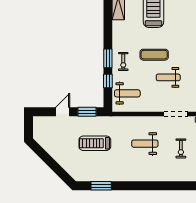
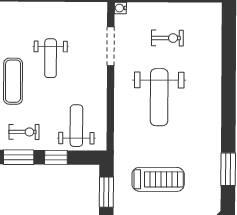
treadmill: (95, 143) -> (158, 179), turned -90
weight bench: (145, 144) -> (159, 97), width x1.36, depth x1.33

